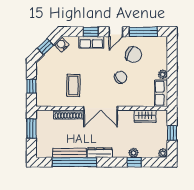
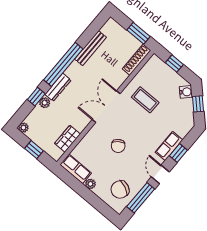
water cooler: (62, 45) -> (186, 92), moved
chair: (133, 55) -> (120, 189), moved
shoe rack: (68, 115) -> (137, 60), moved
dresser: (100, 153) -> (58, 87), moved
window: (74, 162) -> (63, 64), moved

